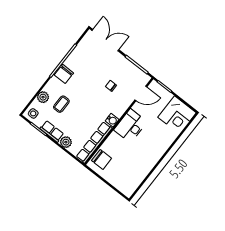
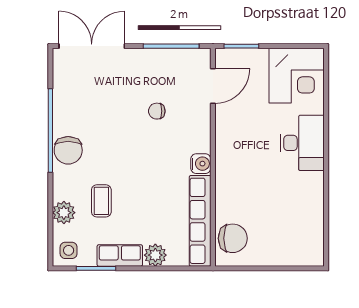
desk: (130, 126) -> (302, 143), moved, turned 180

